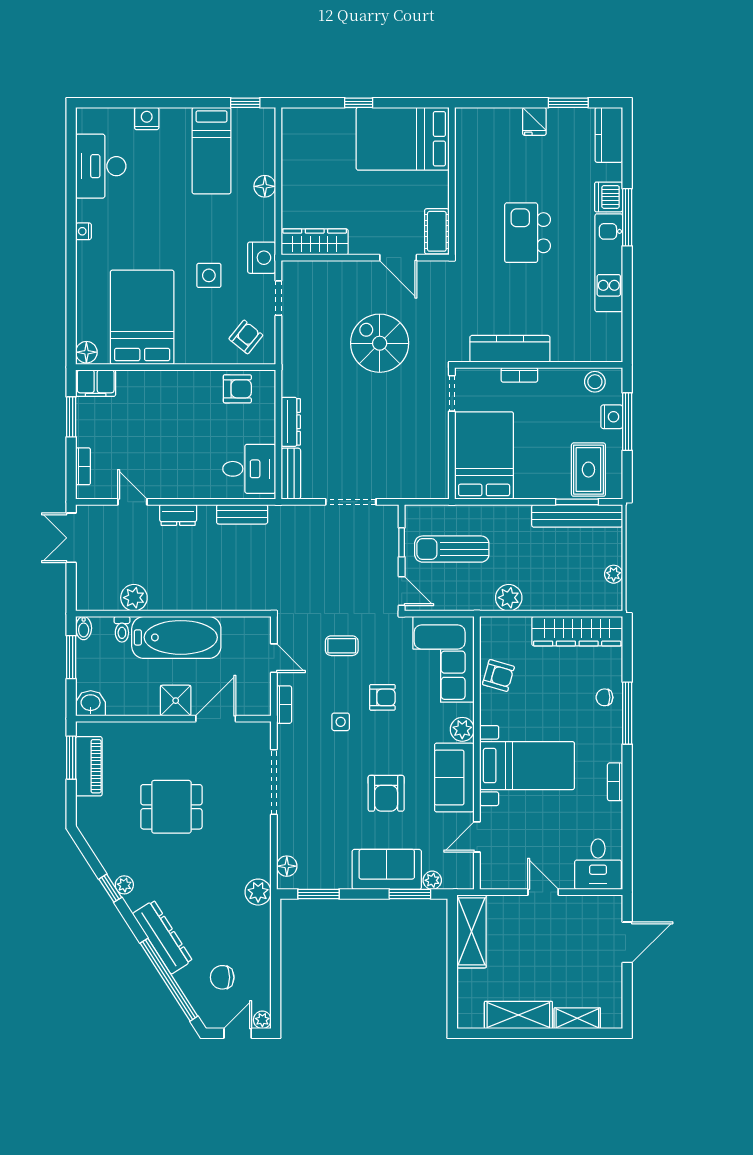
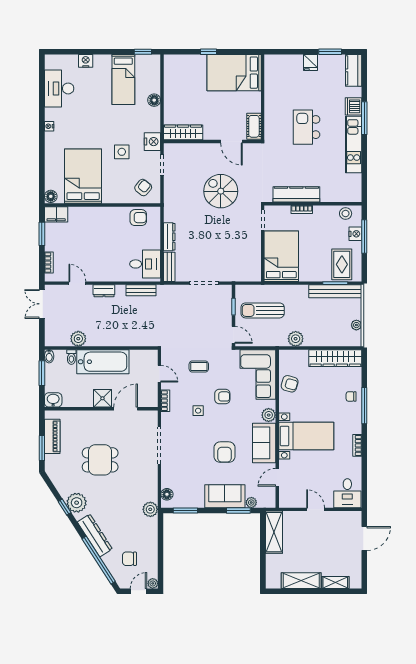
window: (71, 758) -> (42, 448), moved
plant: (124, 885) -> (77, 503), width x1.88, depth x1.88

